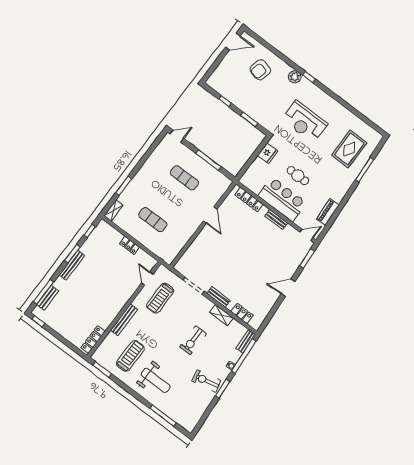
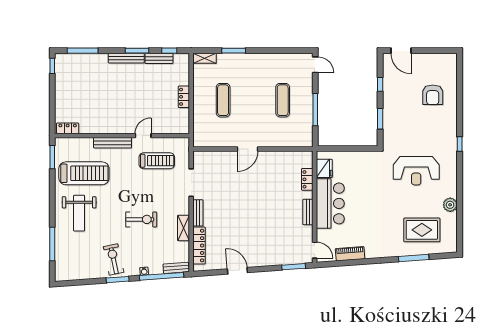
door: (233, 42) -> (401, 51), moved
armchair: (260, 70) -> (433, 95), turned -103
plant: (295, 77) -> (450, 205), moved
reception desk: (305, 122) -> (416, 171), turned -90
fridge: (268, 153) -> (324, 168), moved, turned -90
cafe table: (298, 176) -> (362, 202), removed
locker: (249, 200) -> (307, 179), width x0.66
door: (210, 215) -> (247, 149), moved
door: (147, 279) -> (143, 136), moved
door: (288, 288) -> (237, 271), moved
bench: (48, 298) -> (159, 58), moved
treadmill: (160, 298) -> (157, 161), turned 180
locker: (242, 314) -> (199, 246), width x1.53
locker: (93, 339) -> (68, 128), width x0.66
exercise bike: (193, 340) -> (141, 219), turned 180
treadmill: (130, 356) -> (84, 173), width x1.37, depth x1.38

